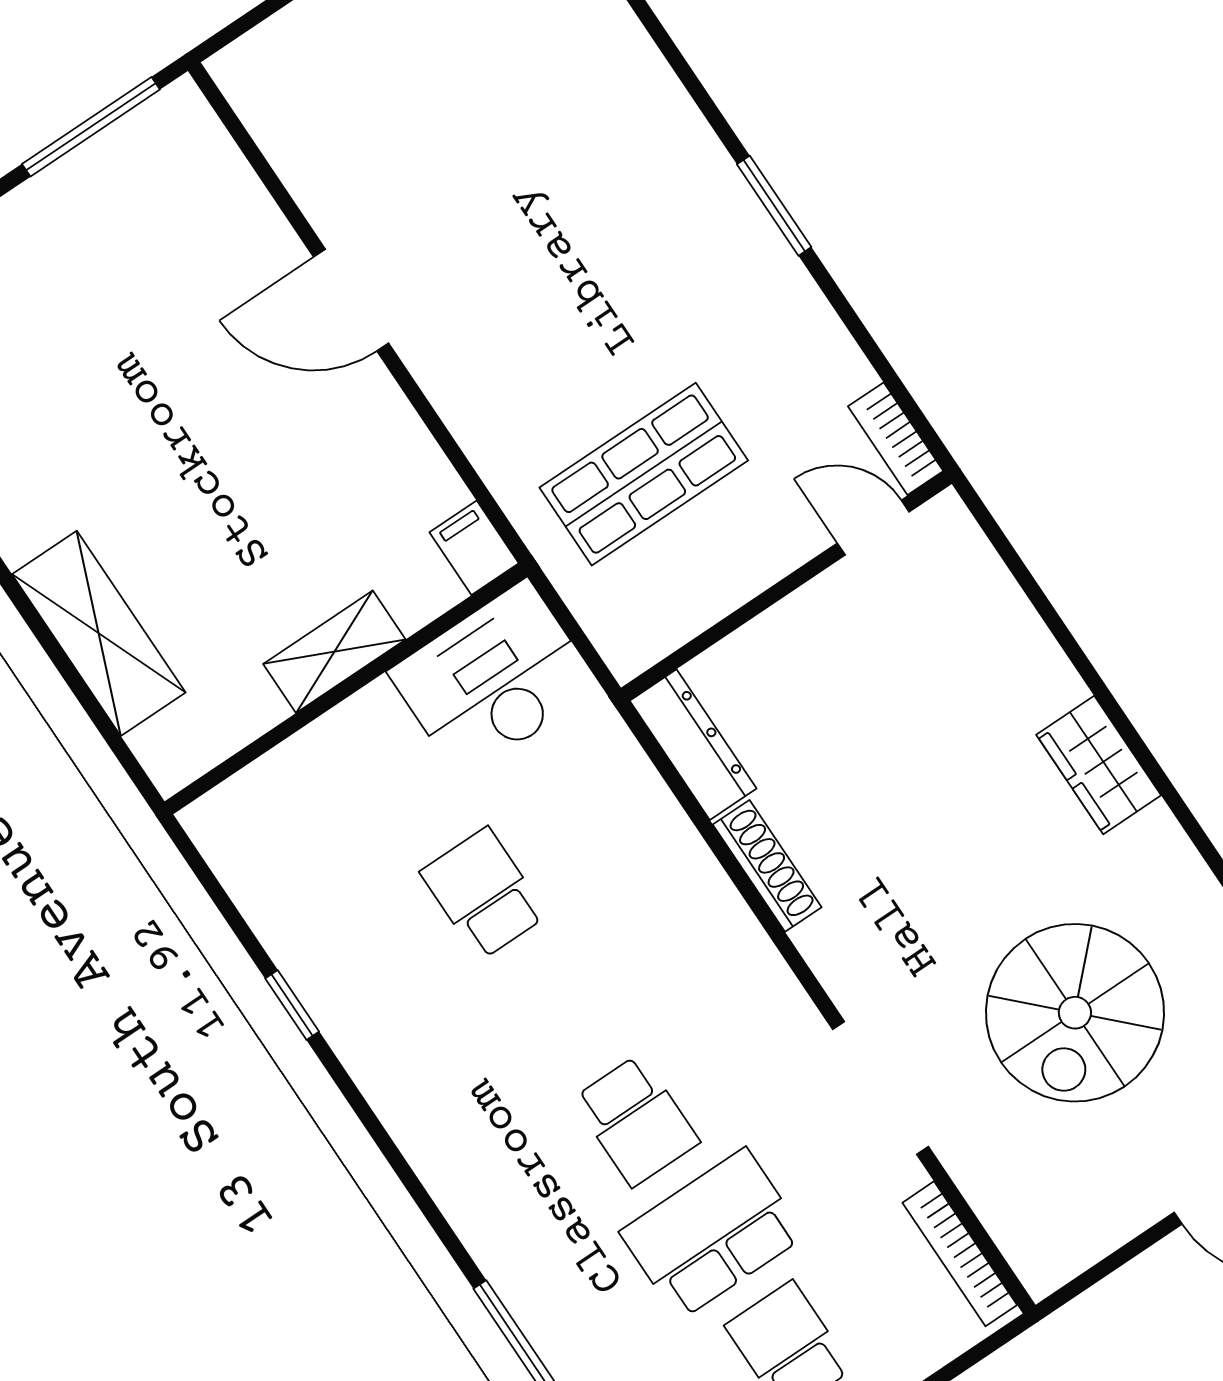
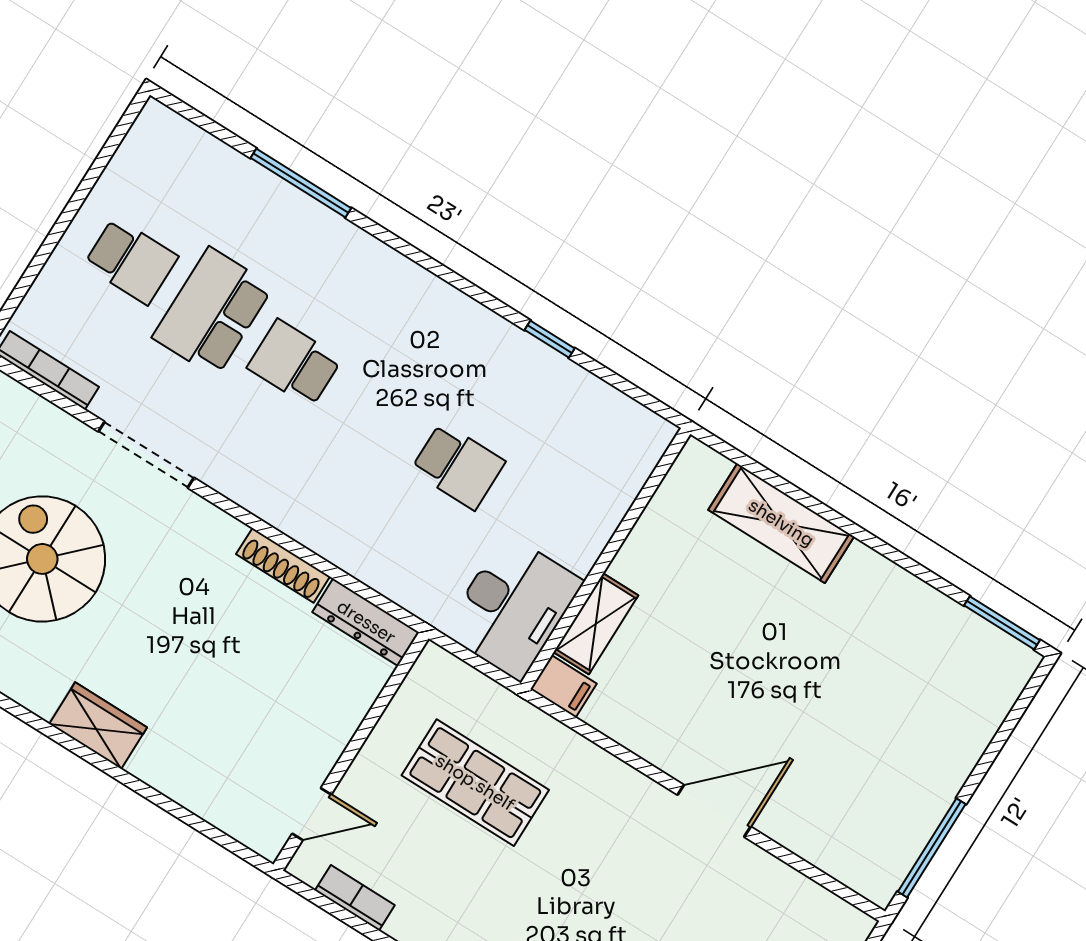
bookcase: (896, 439) -> (355, 898), moved
shop shelf: (644, 474) -> (475, 783), turned 90
shelving: (334, 652) -> (596, 624), moved
school desk: (712, 1234) -> (213, 312), turned 180

